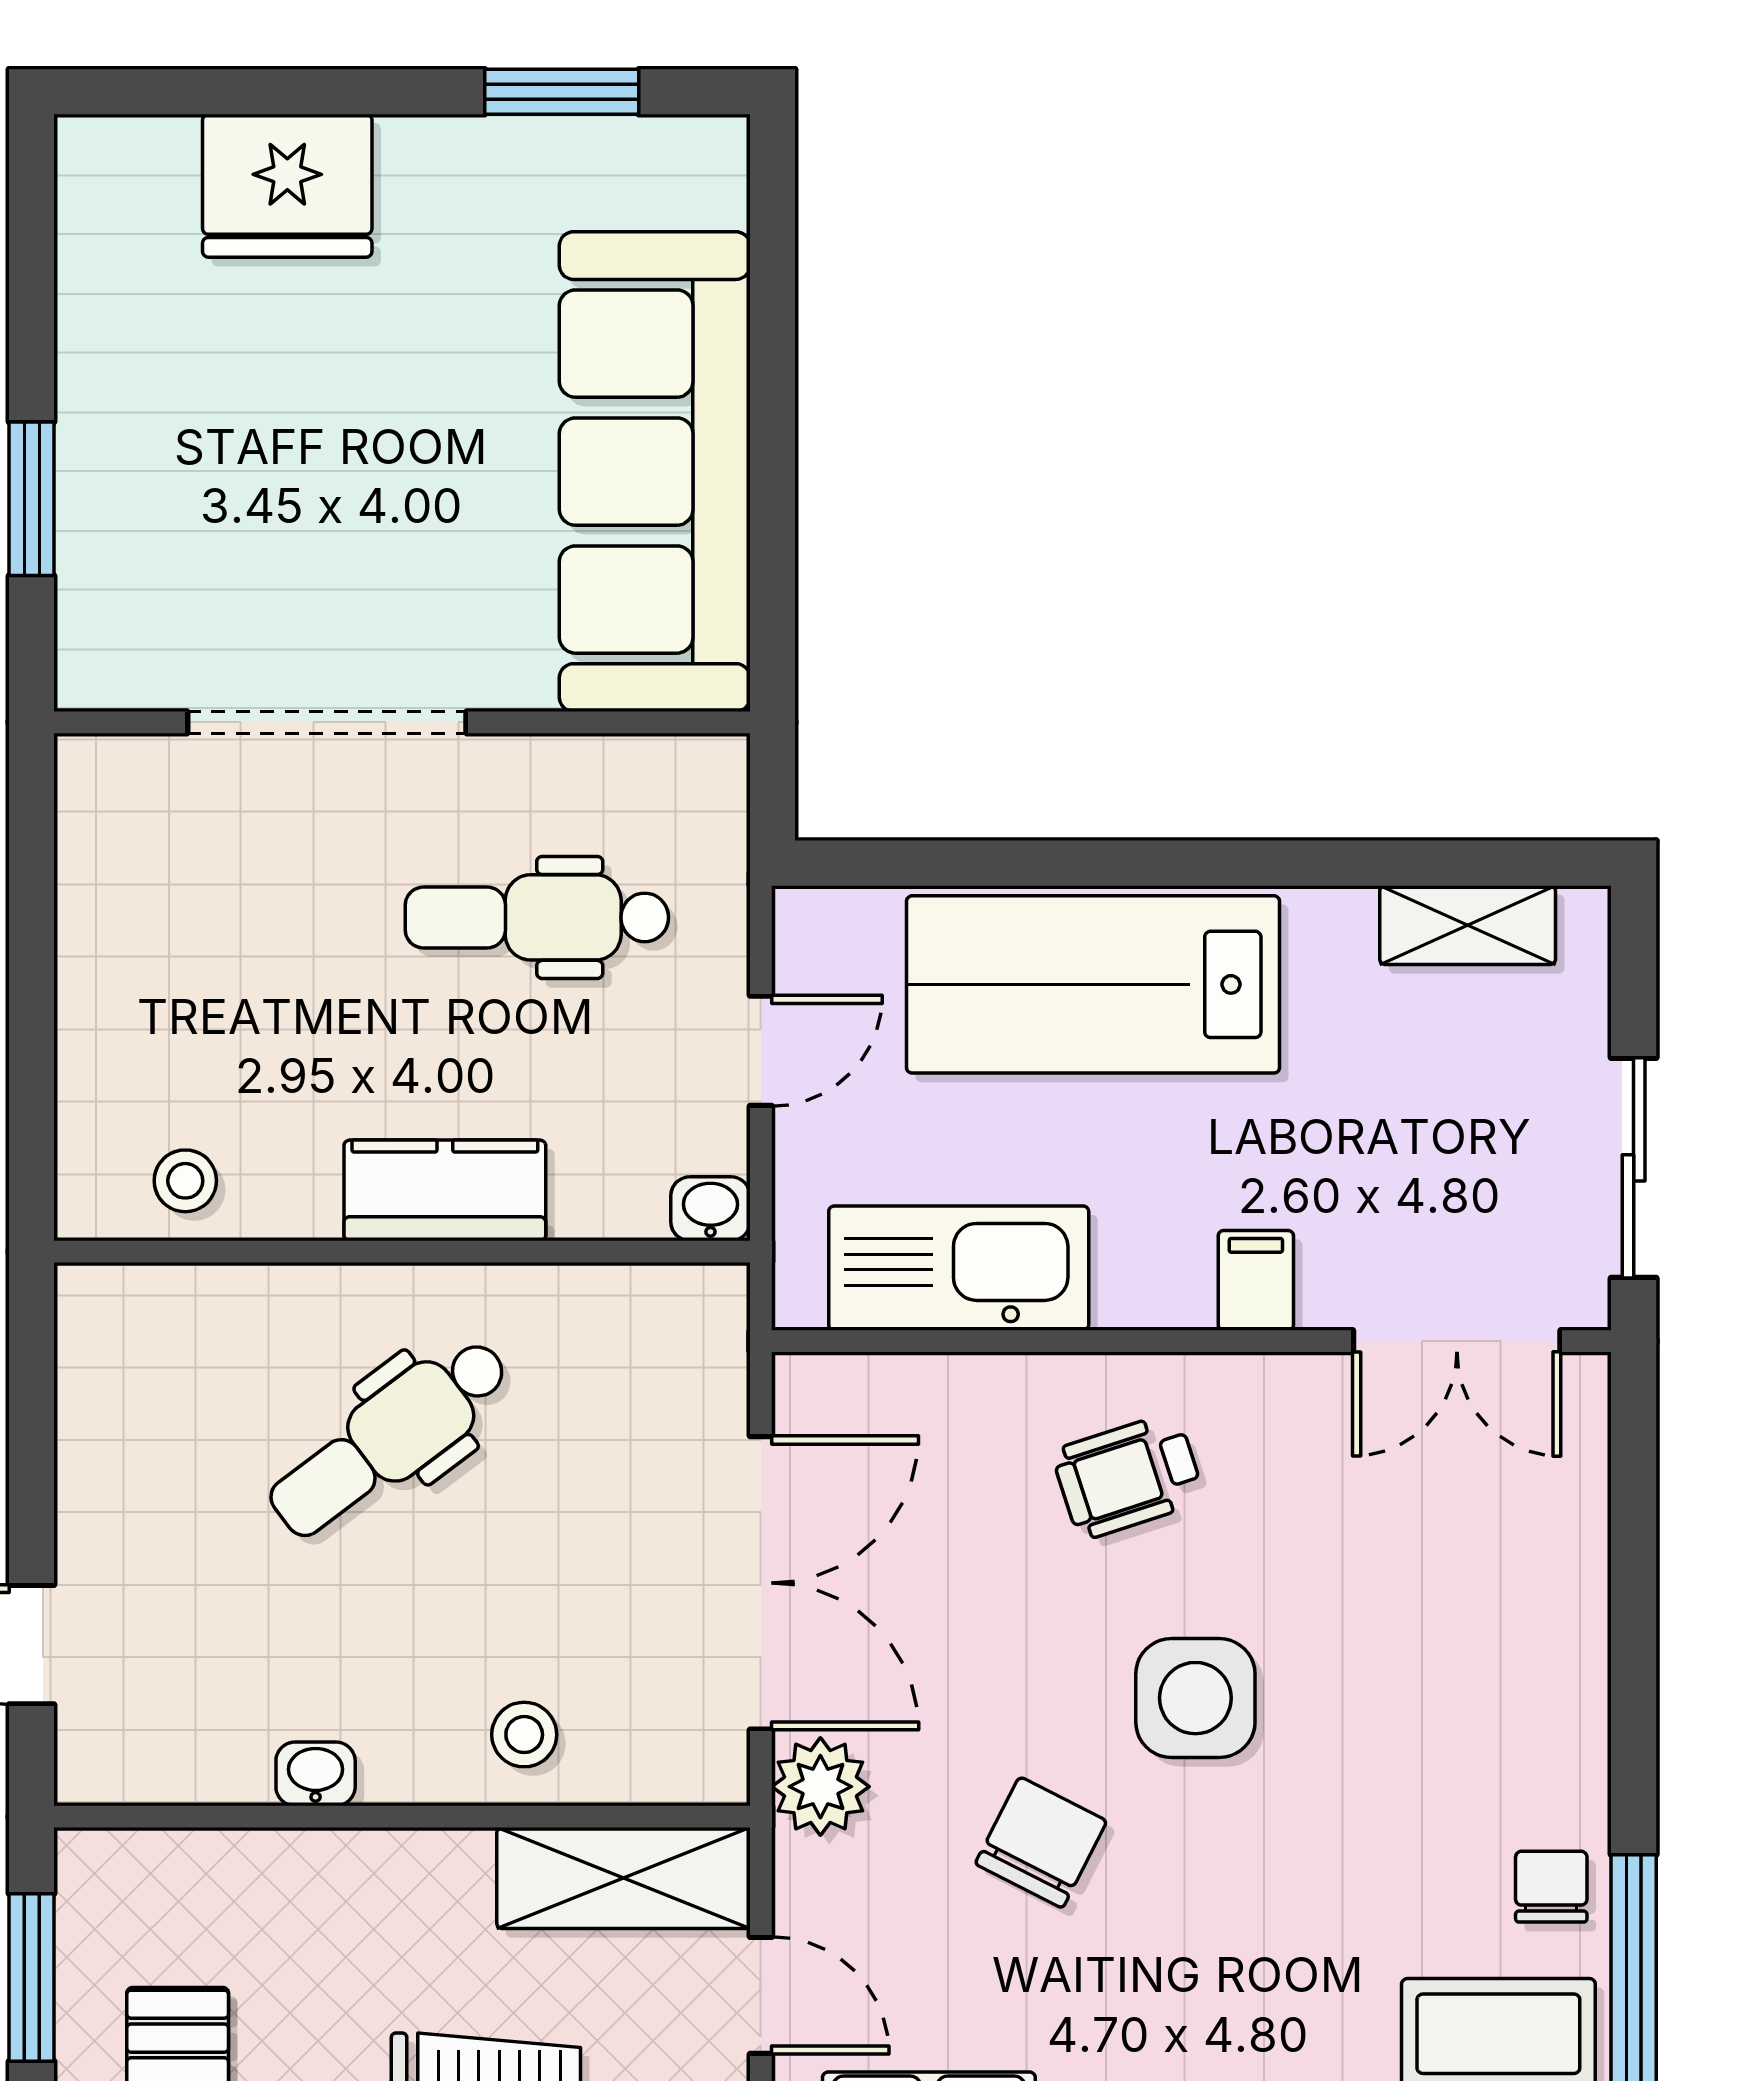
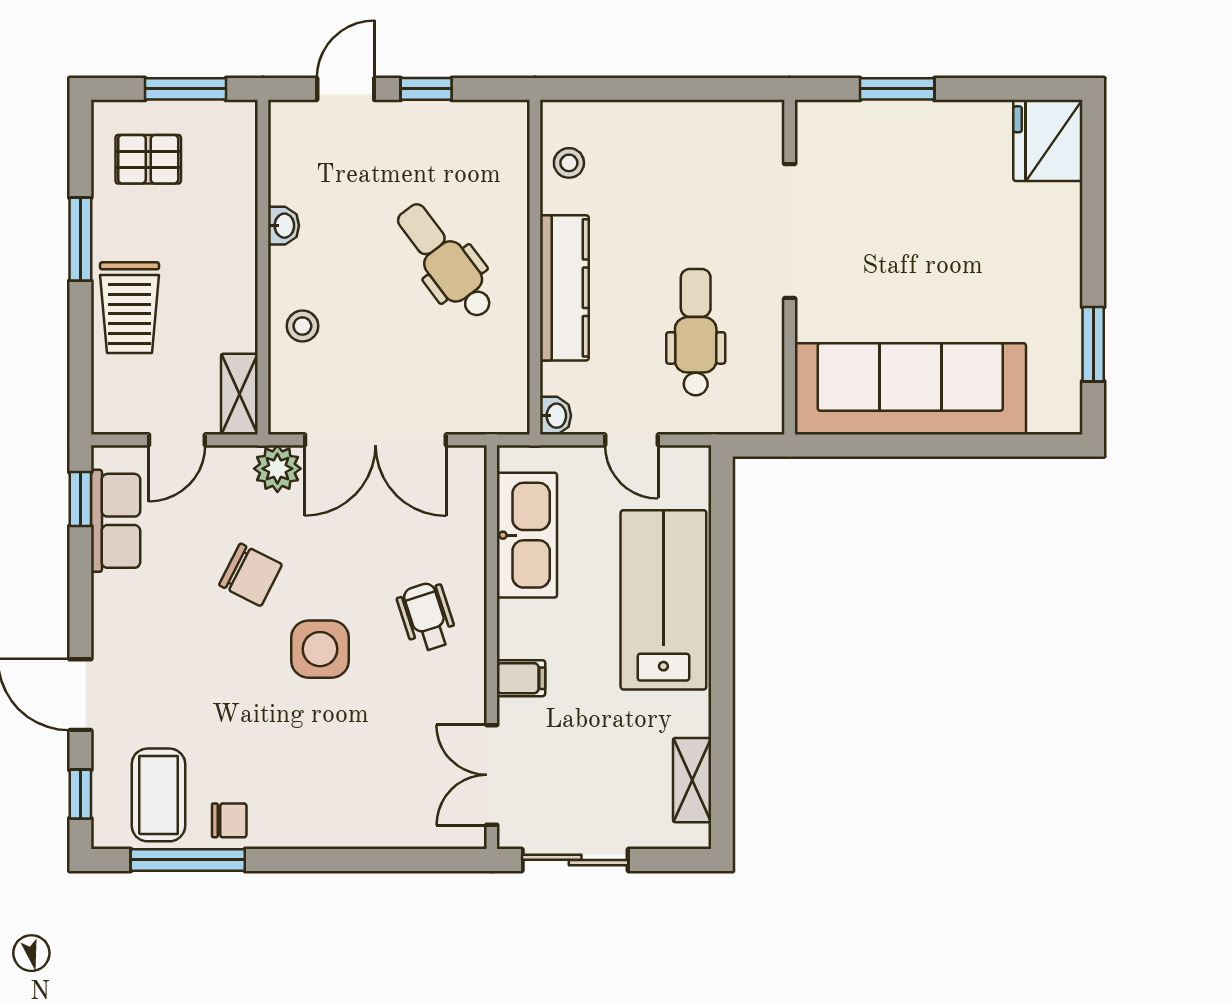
fridge: (287, 186) -> (1048, 140), moved
kitchen counter: (445, 1190) -> (564, 288), width x1.50
window: (32, 1478) -> (426, 89), added
shelving: (623, 1878) -> (239, 394), width x0.67, depth x0.75

